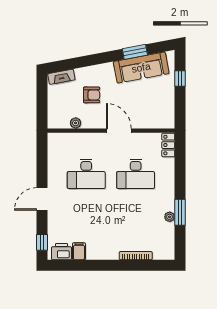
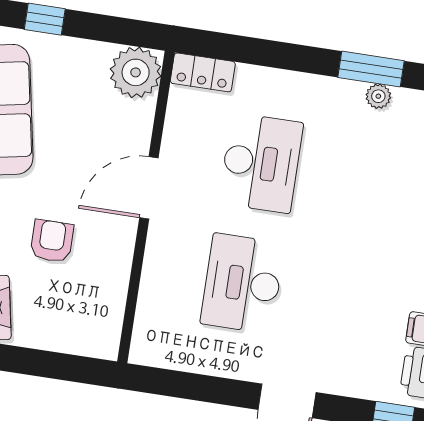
plant: (76, 123) -> (136, 72), moved, width x1.87, depth x1.87
desk: (86, 174) -> (242, 283), turned 180

